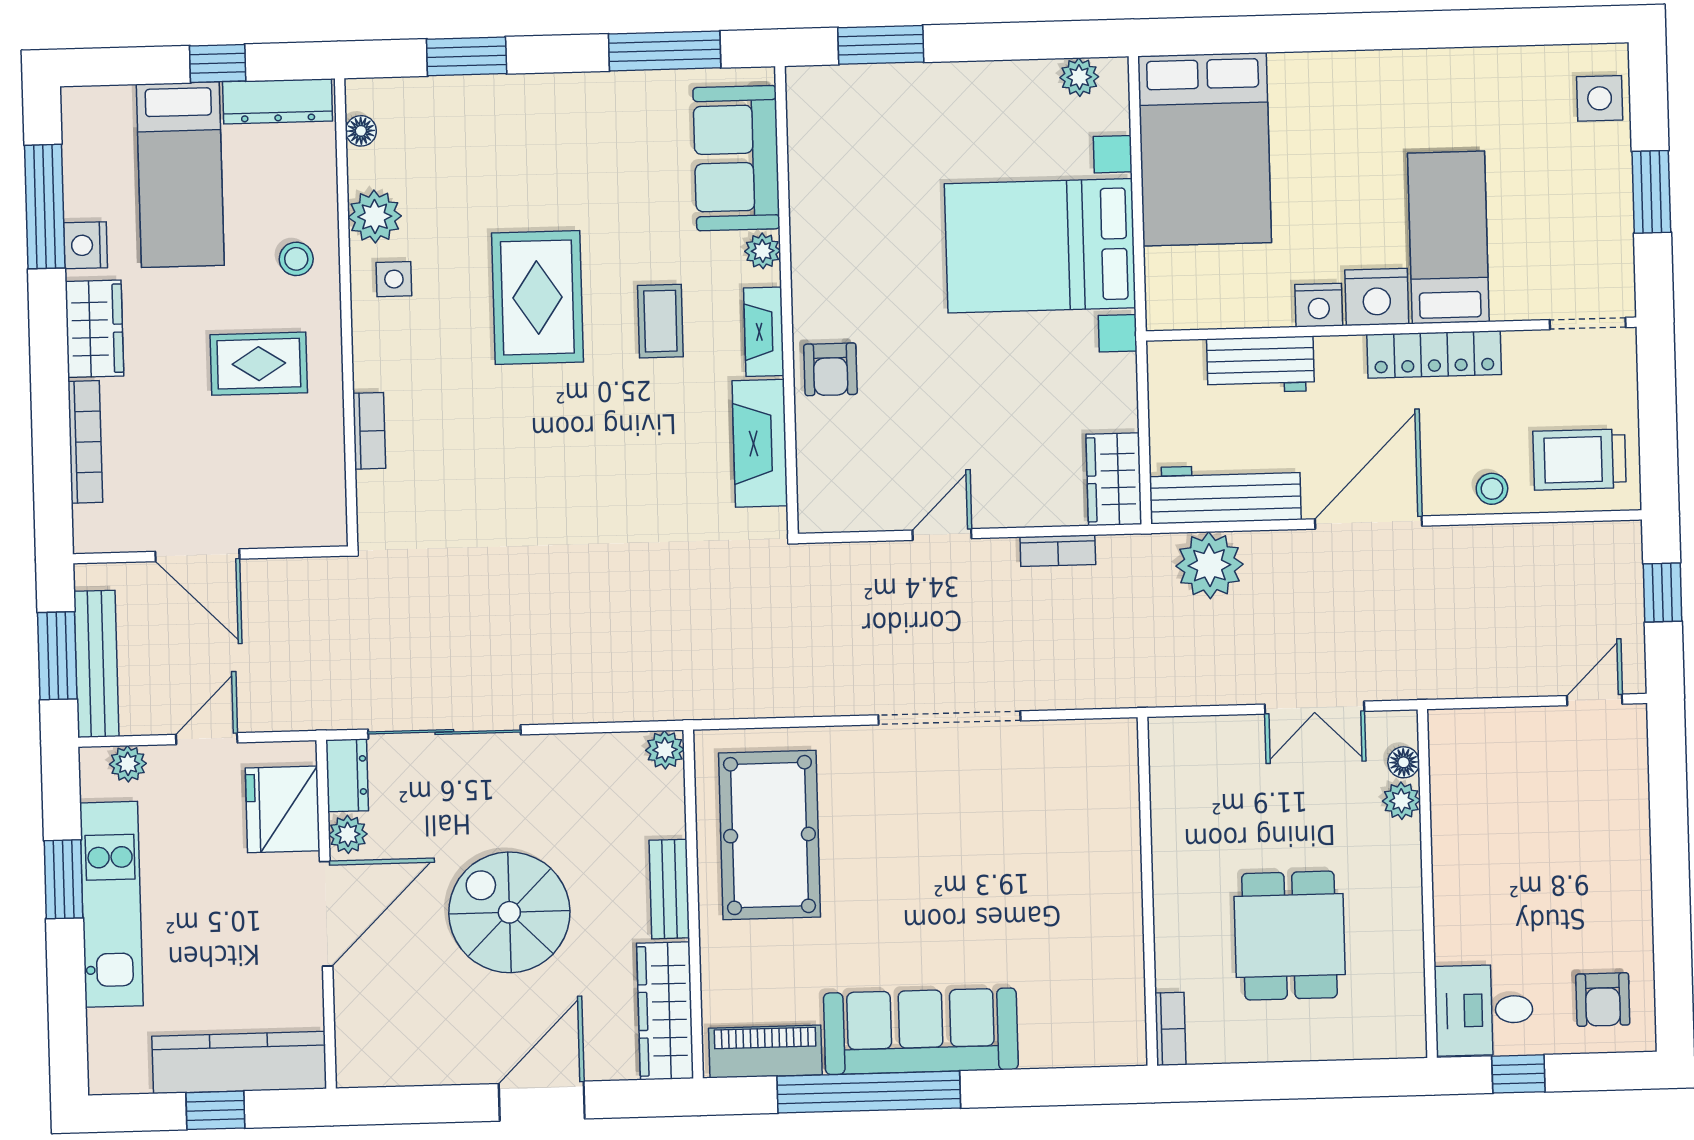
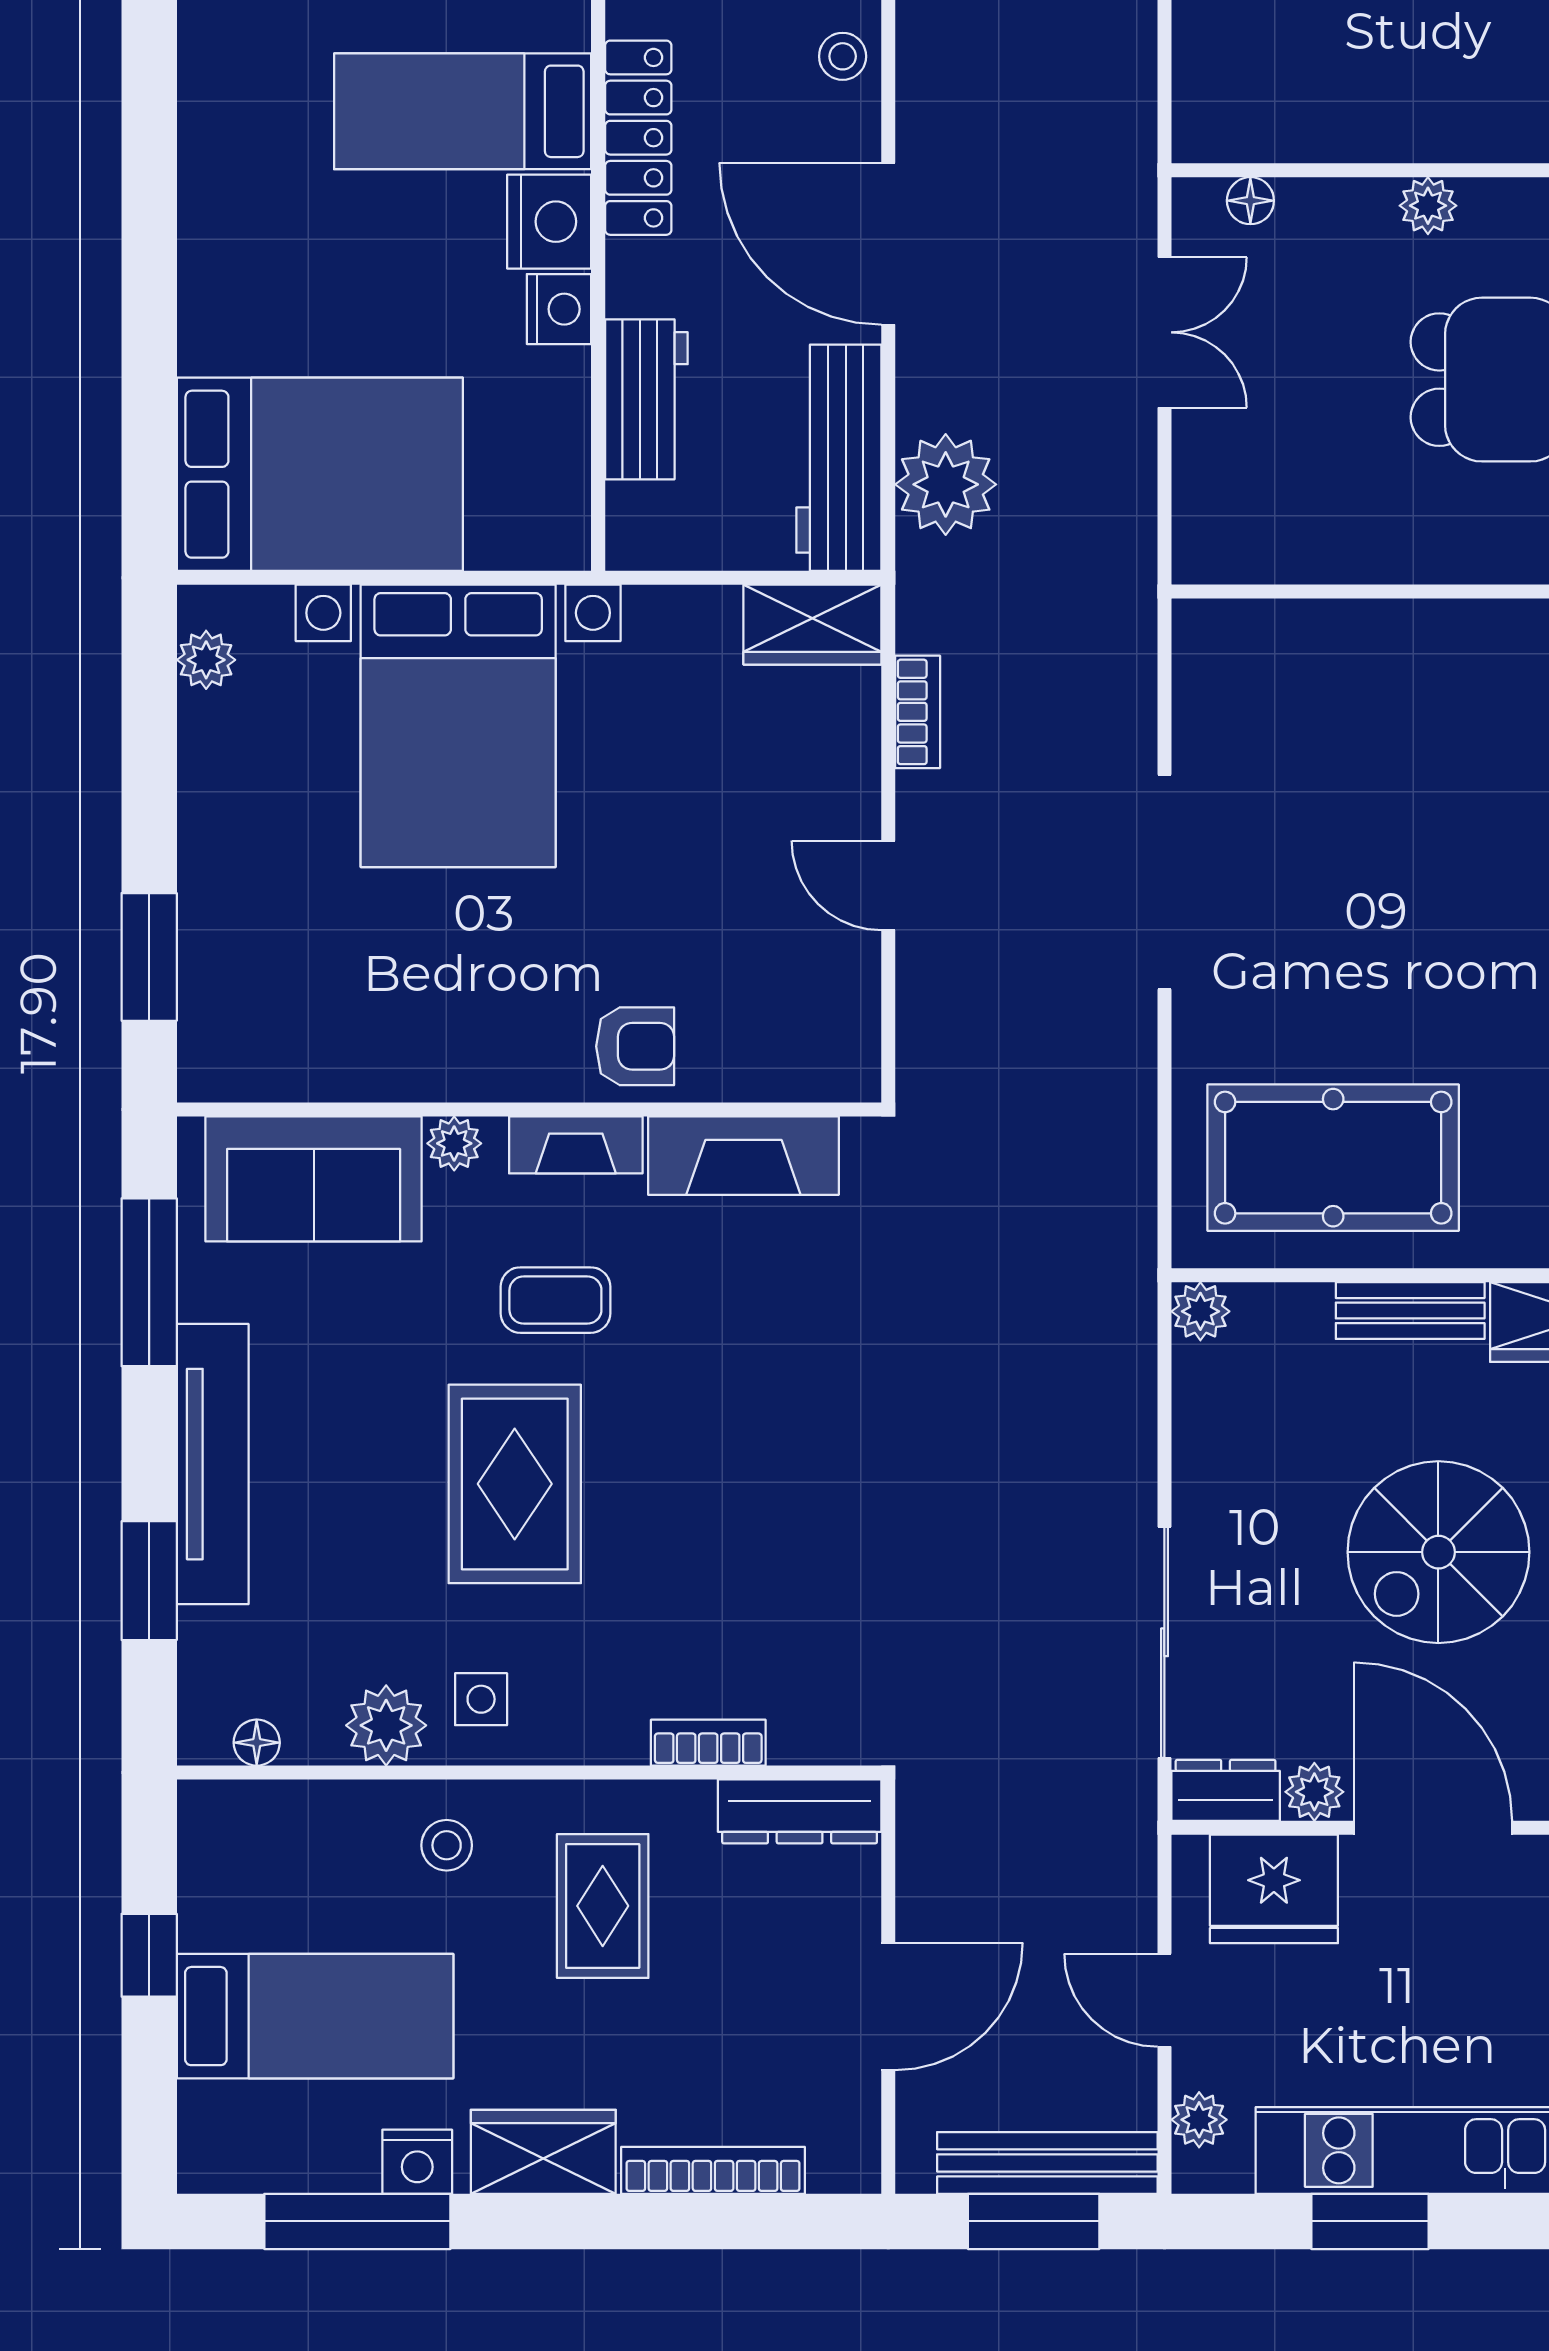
tv unit: (545, 96) -> (213, 1464), added
dresser: (278, 101) -> (800, 1811), moved, turned 90
rug: (537, 297) -> (515, 1484), turned 90
plant: (1401, 801) -> (1428, 206), moved

